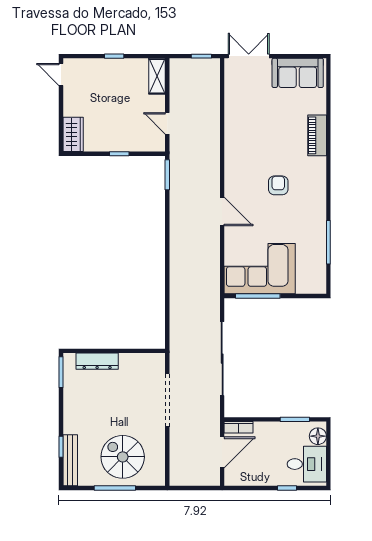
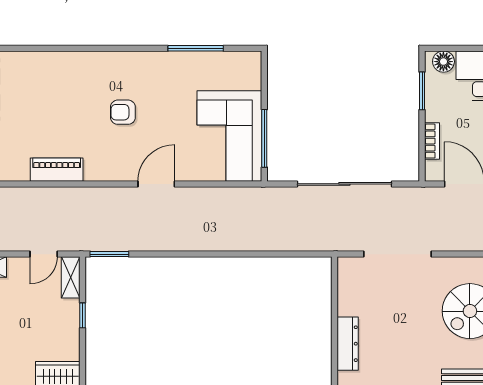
piano: (317, 135) -> (57, 170), moved, turned 180
shelving: (149, 144) -> (71, 277), added
bookcase: (239, 427) -> (432, 141), moved

